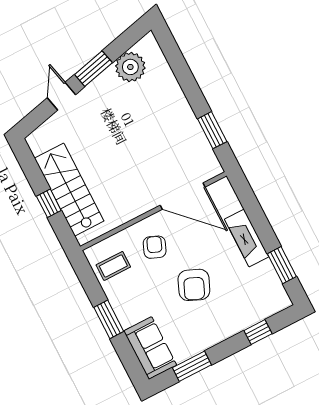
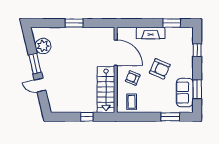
window: (212, 130) -> (74, 23), moved
stairs: (69, 190) -> (106, 90), moved, turned -90
door: (183, 196) -> (116, 53), hinge flipped
window: (109, 319) -> (170, 117), moved
sofa: (150, 348) -> (185, 93), moved, turned -90

